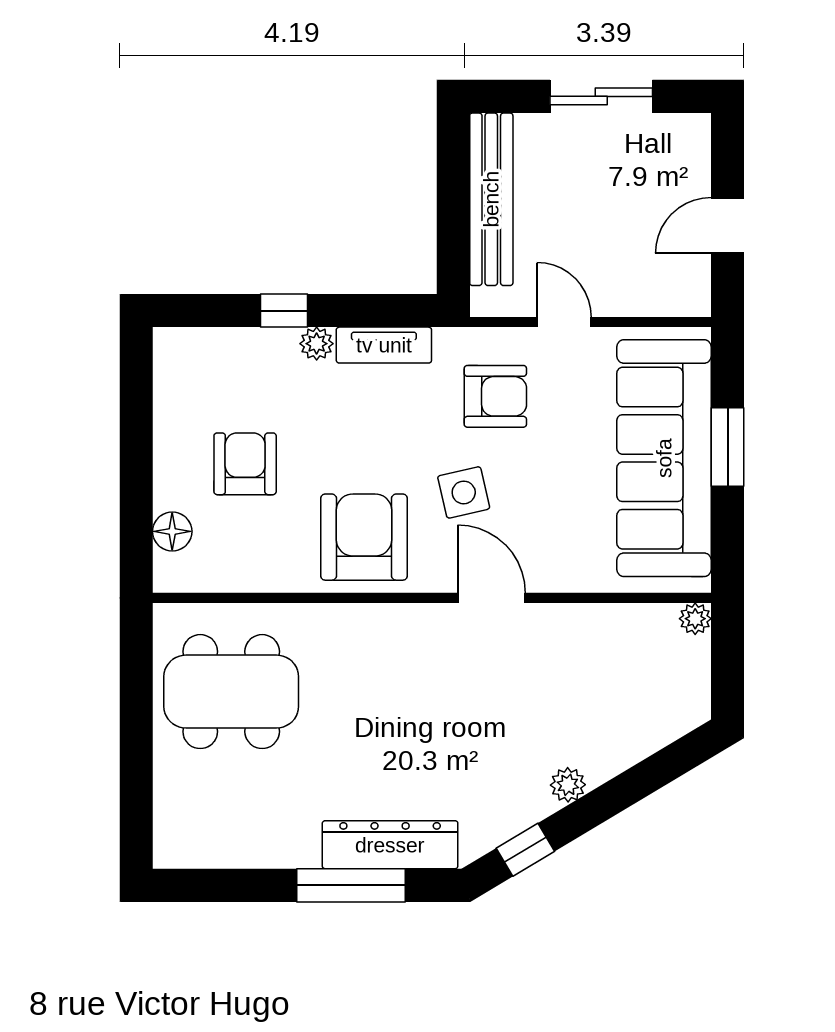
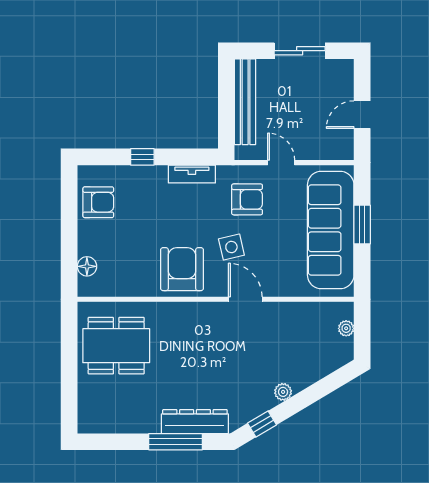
plant: (317, 344) -> (158, 173), removed
armchair: (245, 464) -> (98, 202), moved, turned 90
plant: (695, 619) -> (346, 328), moved

